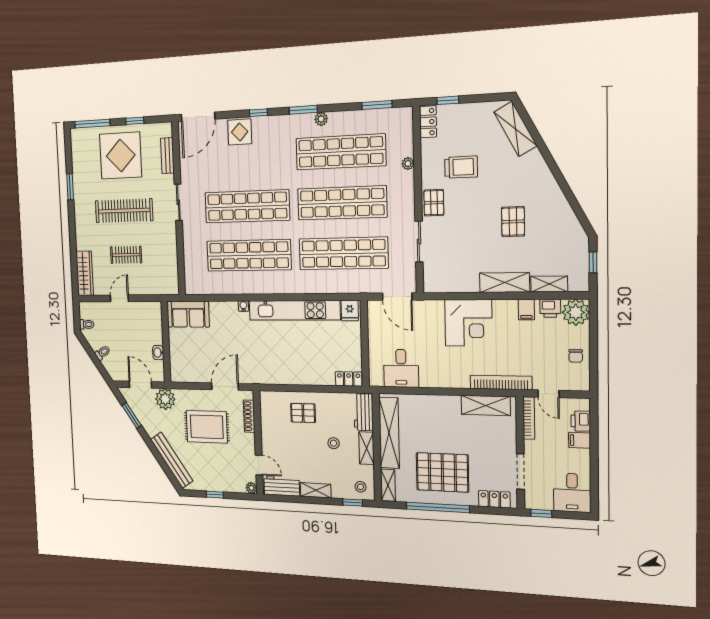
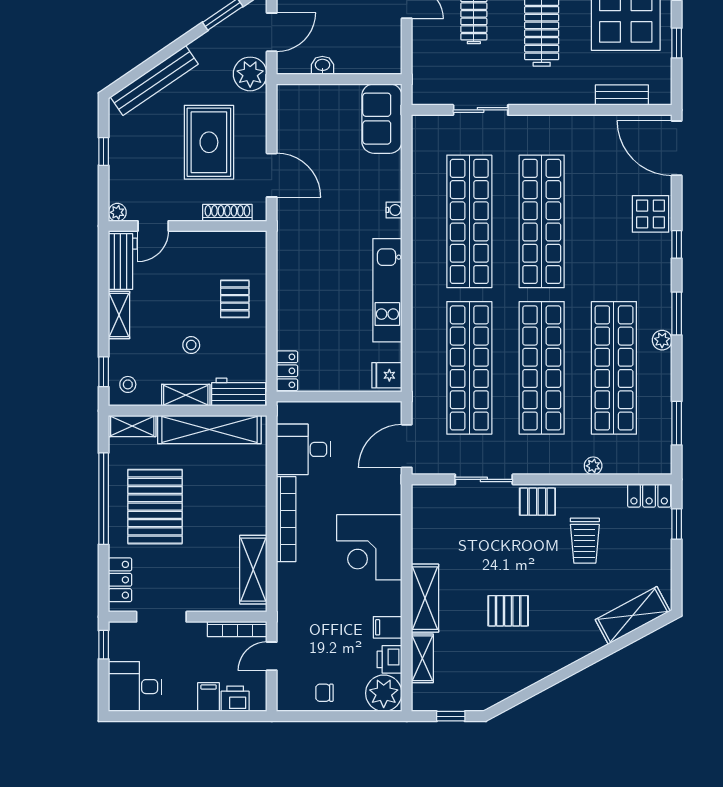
sliding door: (178, 202) -> (481, 110), moved
kitchen unit: (294, 310) -> (387, 290), width x0.73
bookcase: (501, 382) -> (286, 519), moved

